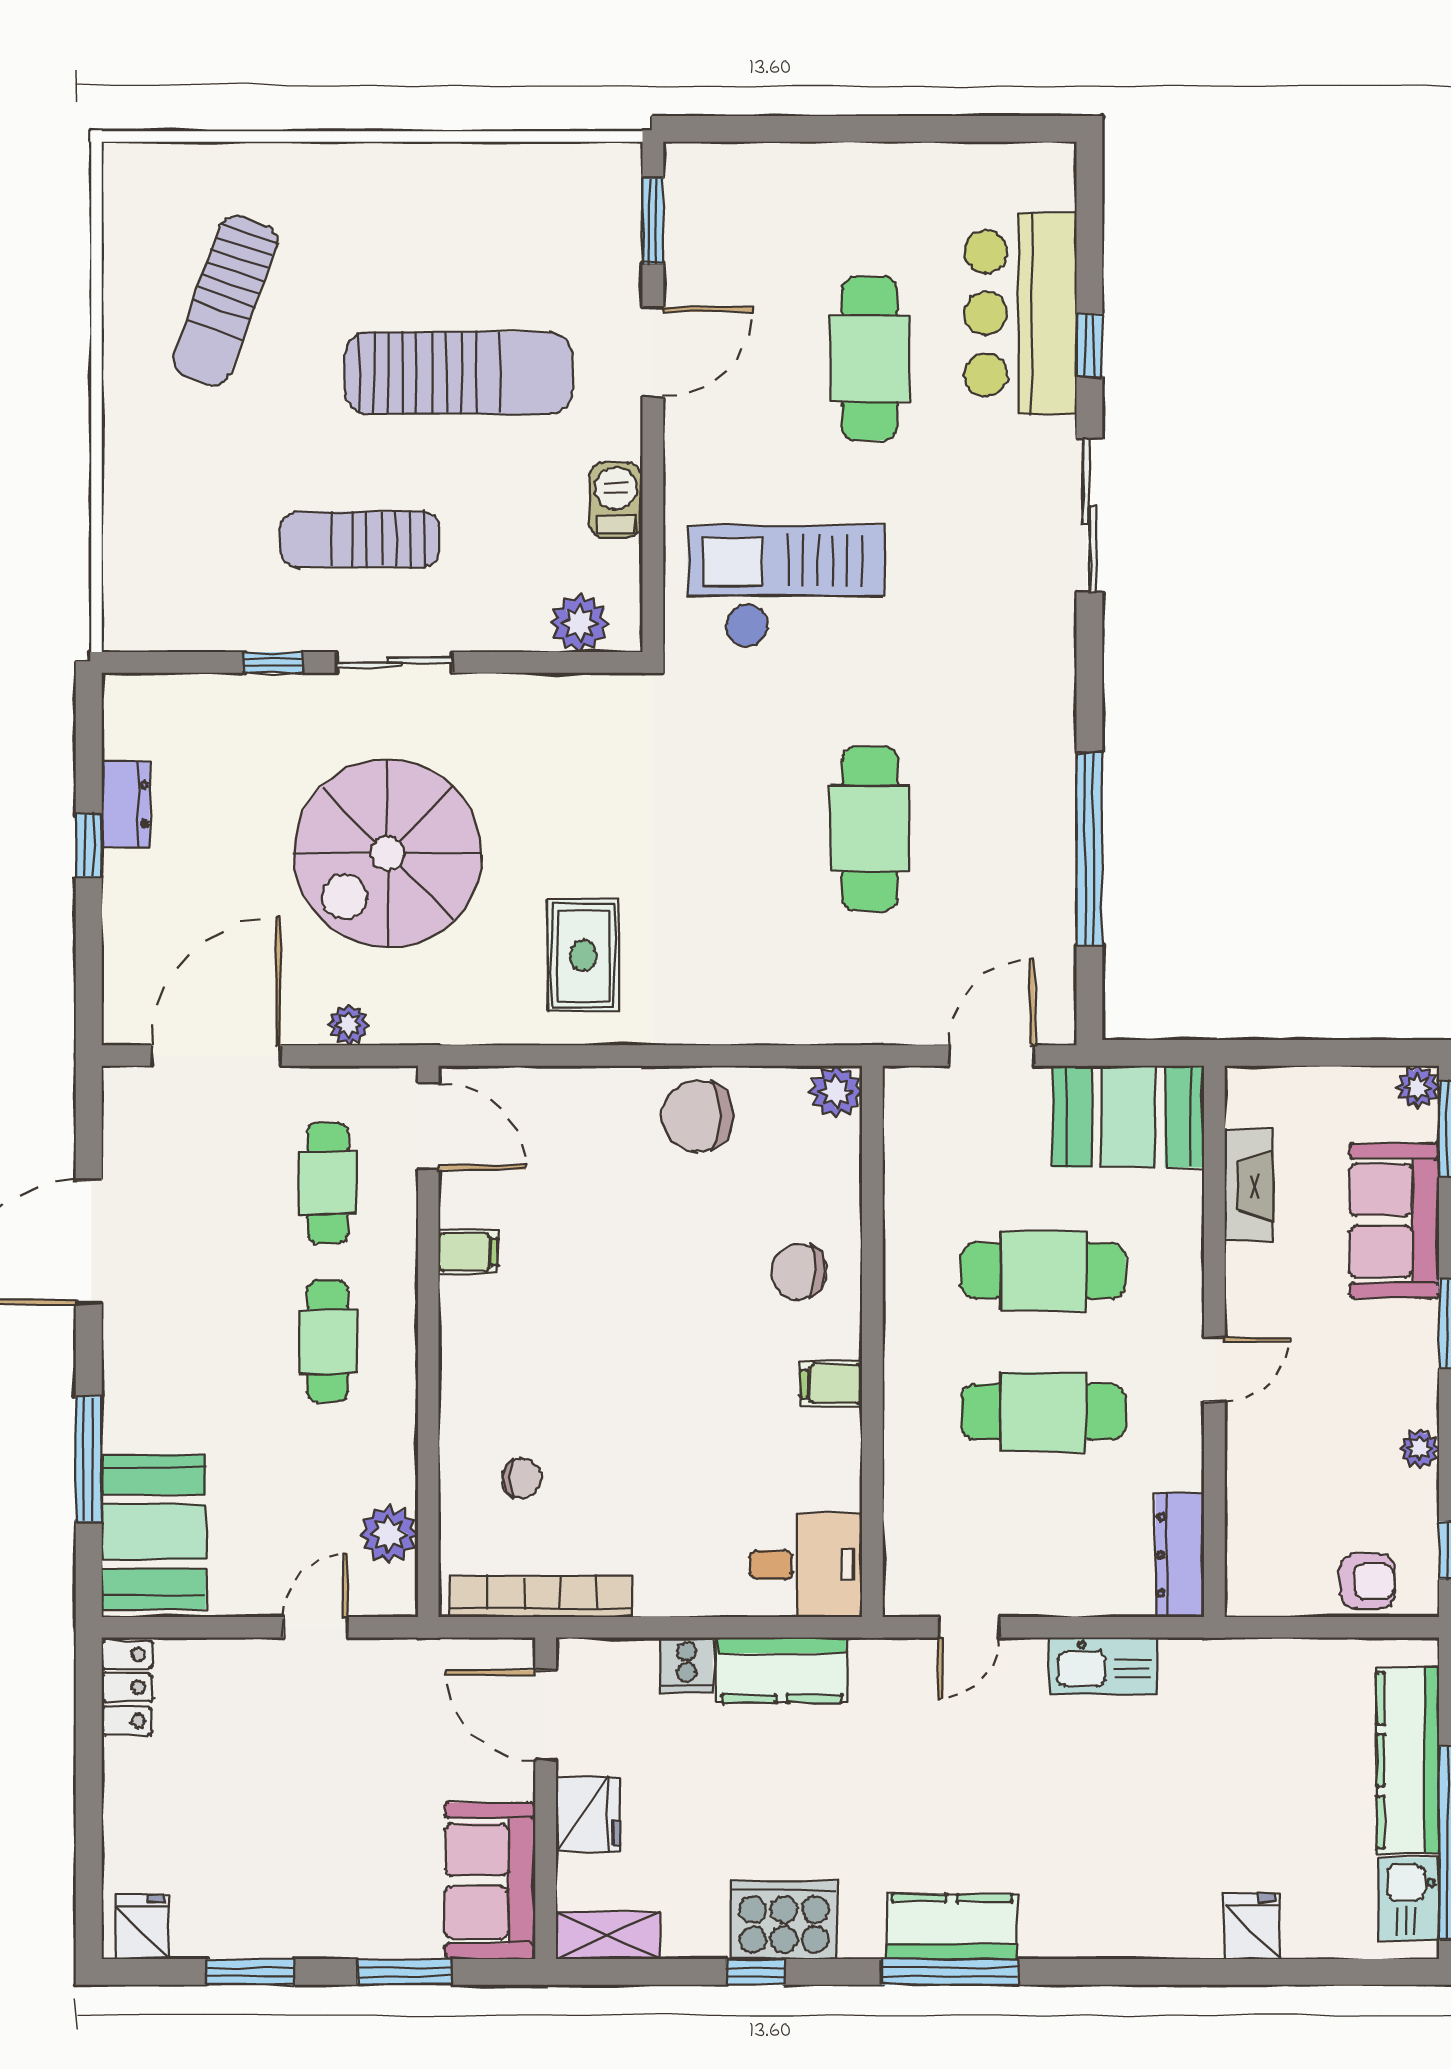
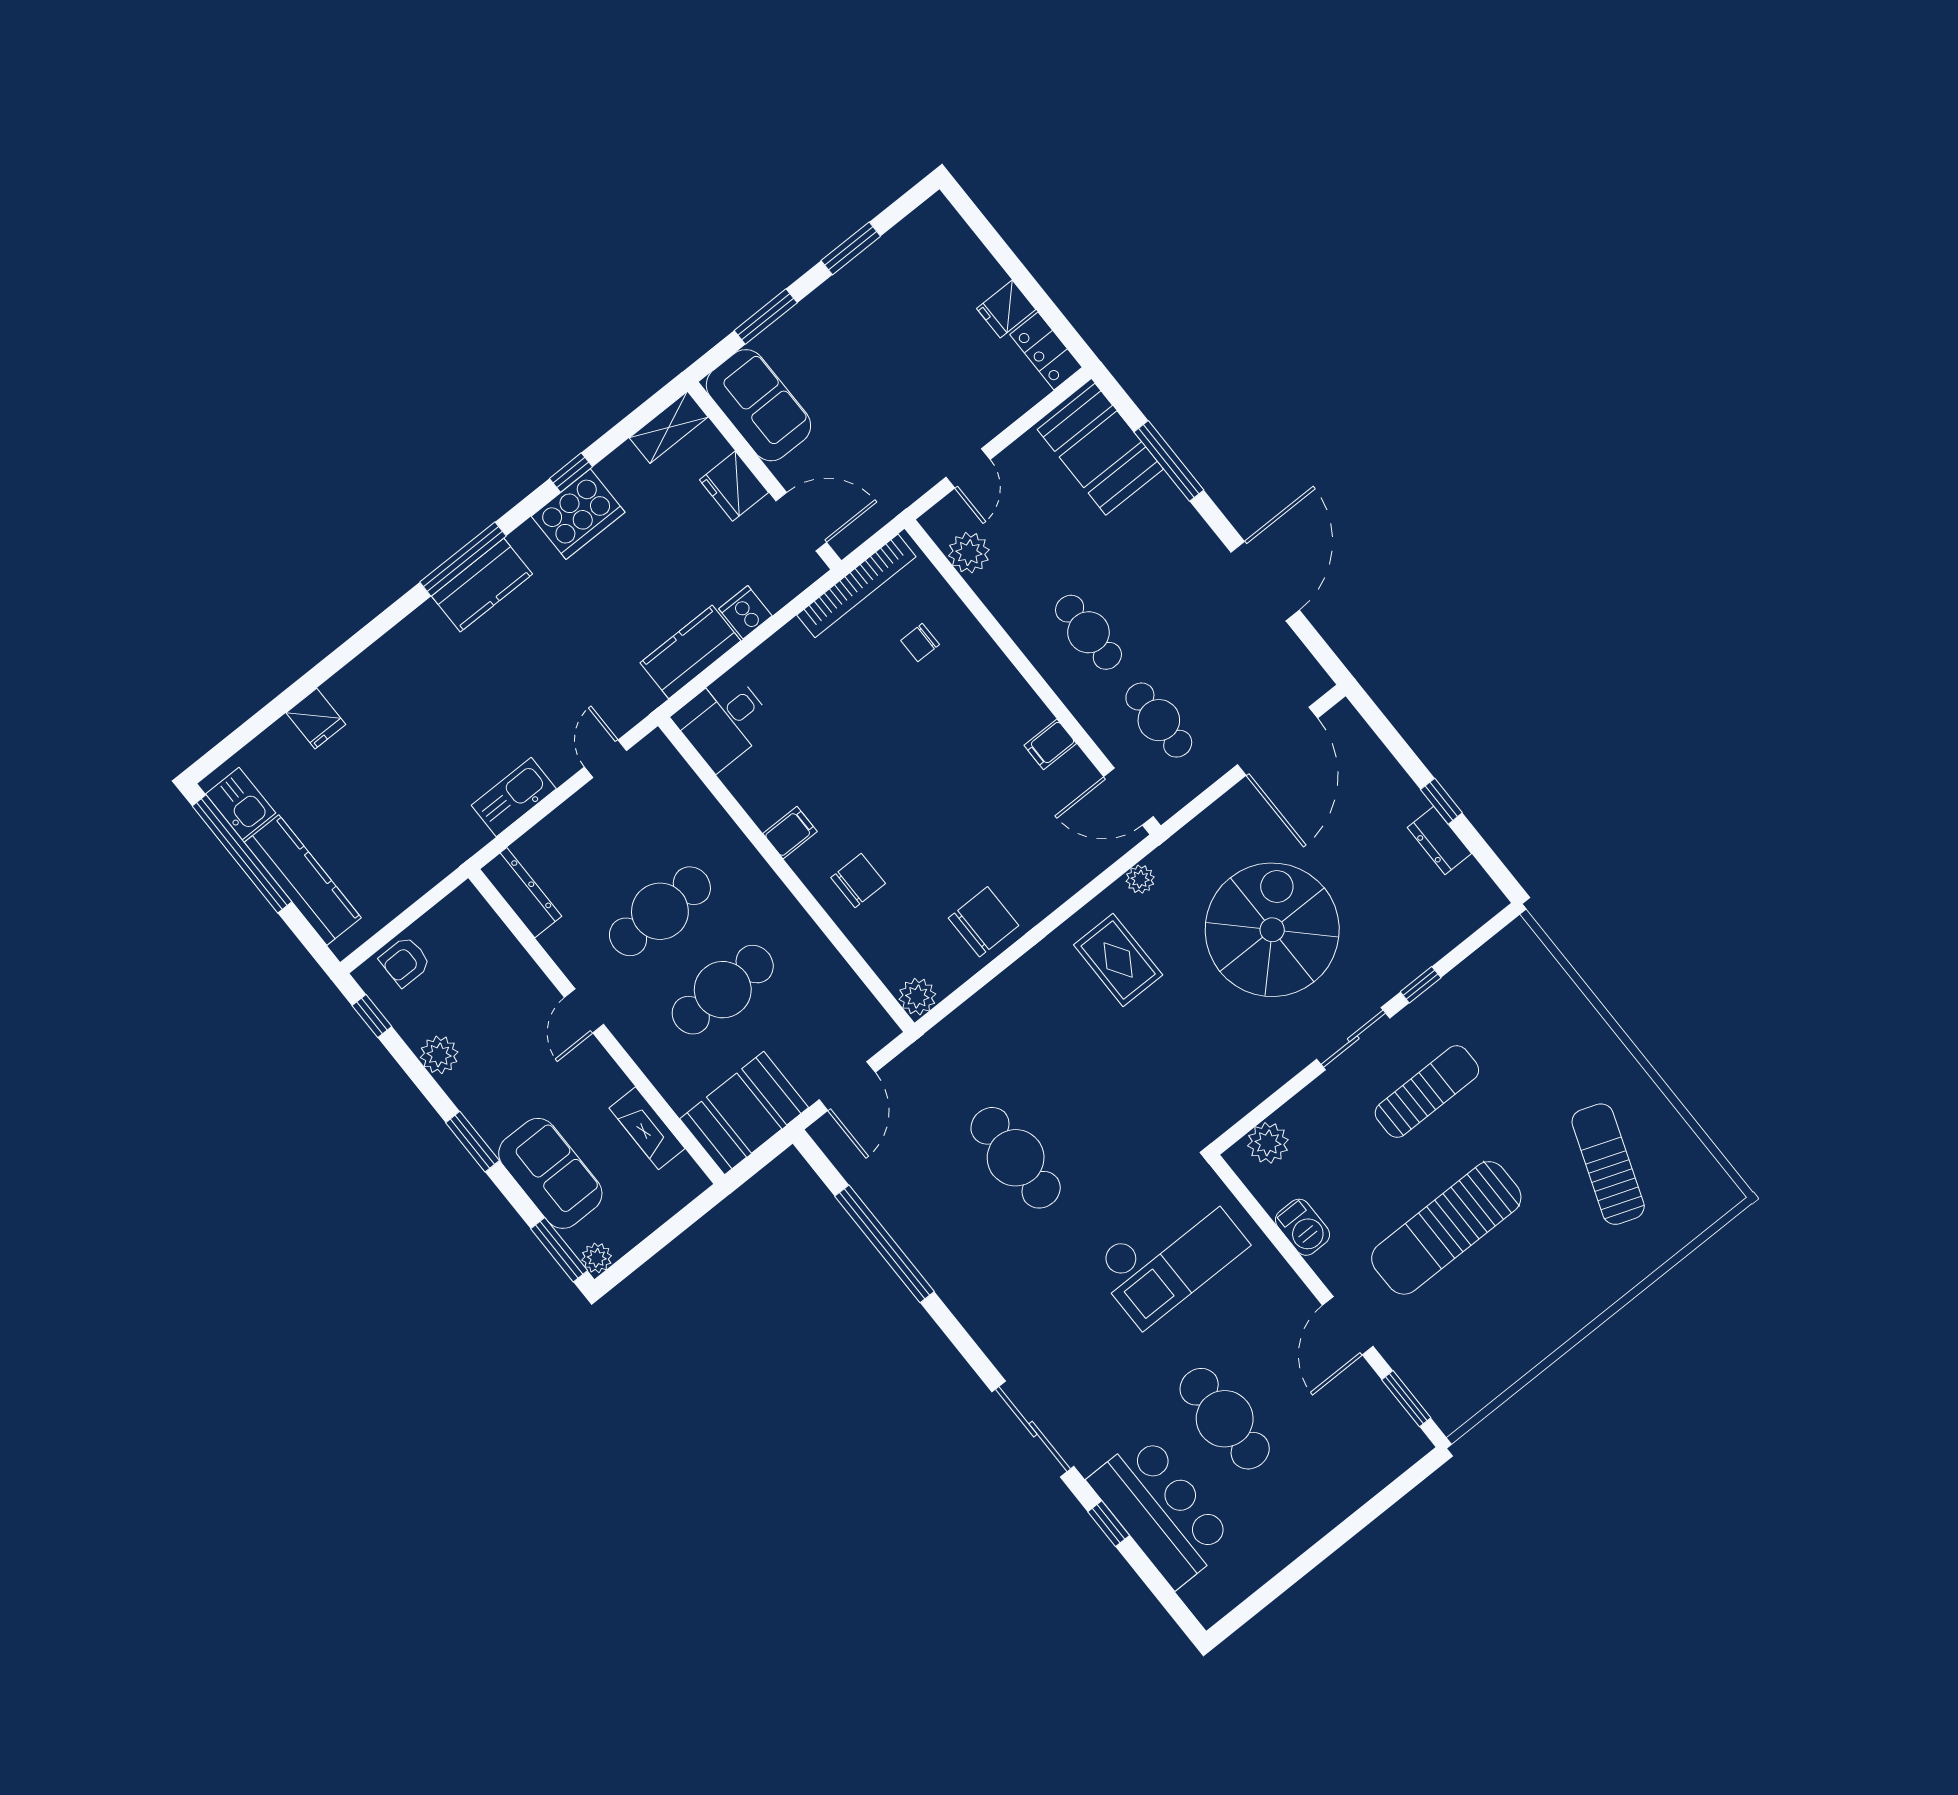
plant: (349, 1025) -> (1140, 879), moved
plant: (1419, 1449) -> (439, 1055), width x1.38, depth x1.38
fridge: (142, 1927) -> (1006, 309), moved, turned 90

